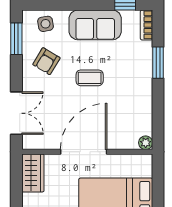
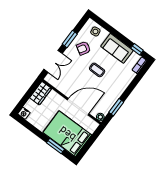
window: (16, 39) -> (70, 39), moved
window: (158, 63) -> (116, 107), moved
door: (84, 152) -> (78, 107), moved

